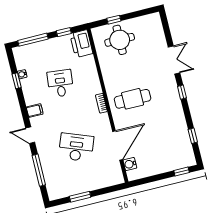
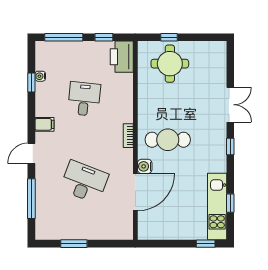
door: (30, 135) -> (31, 153), hinge flipped
kitchen unit: (183, 141) -> (217, 206), added
water cooler: (130, 164) -> (145, 166), moved

